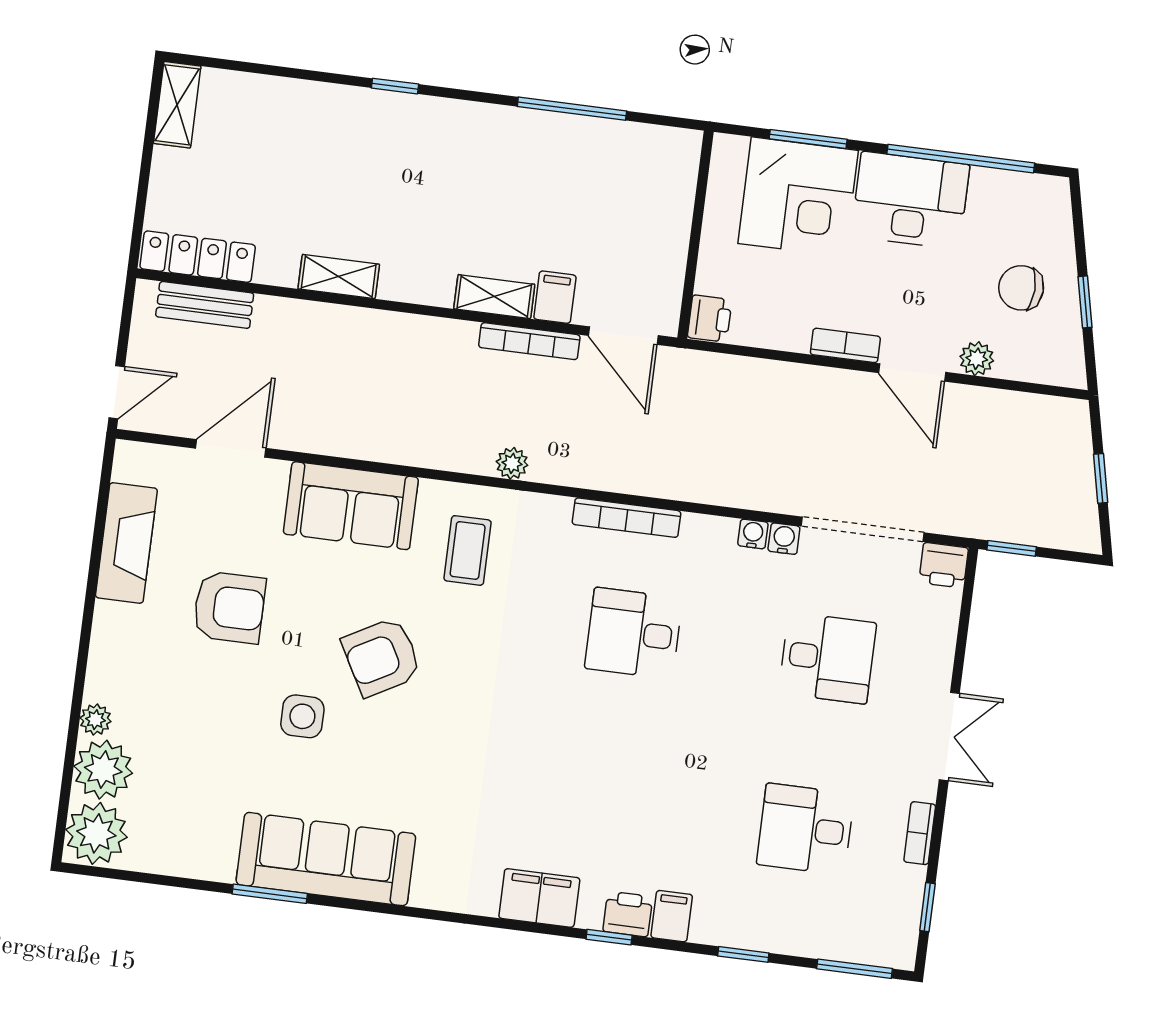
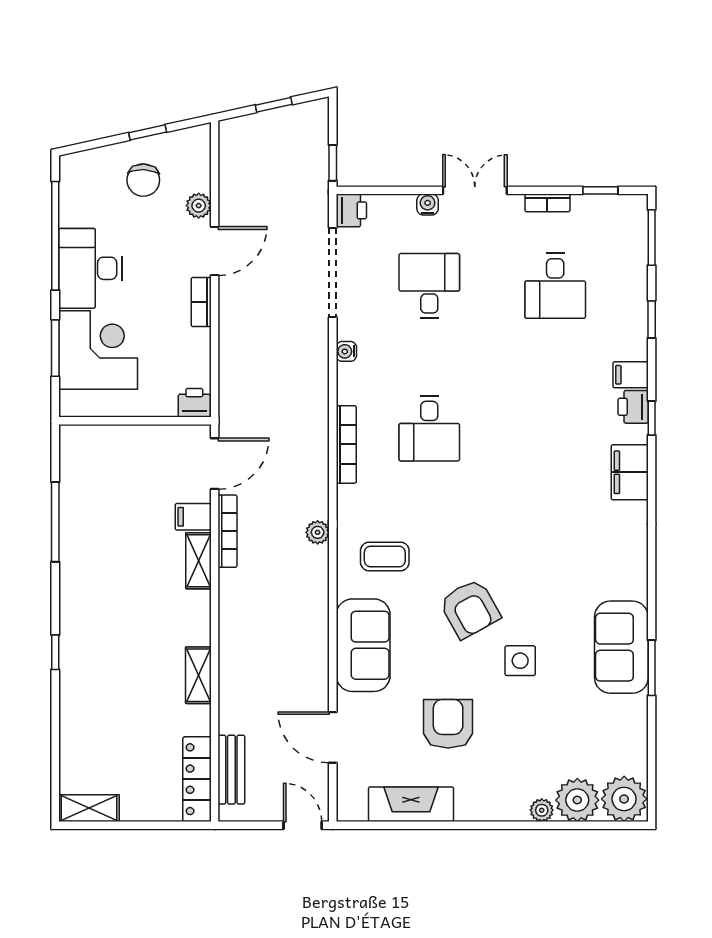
water cooler: (784, 539) -> (428, 205), moved, turned 90
sofa: (326, 859) -> (621, 647), width x0.73

